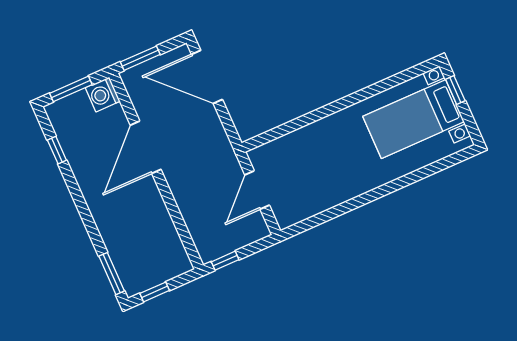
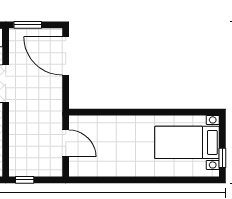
window: (455, 90) -> (222, 158), moved
door: (257, 190) -> (66, 143), swing flipped

